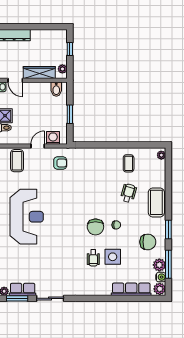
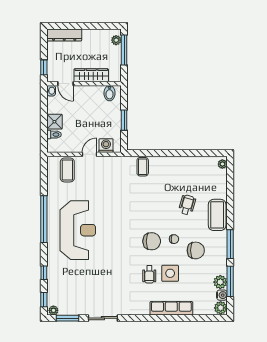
window: (70, 49) -> (124, 50), width x2.17
plant: (62, 69) -> (116, 40), moved
armchair: (60, 163) -> (114, 172), removed
coffee table: (129, 163) -> (143, 167), moved
chair: (95, 227) -> (152, 241), turned -90
window: (168, 230) -> (230, 244), width x1.44
chair: (148, 242) -> (196, 250), moved
row of seats: (23, 289) -> (73, 308), removed
row of seats: (131, 289) -> (171, 308), moved

